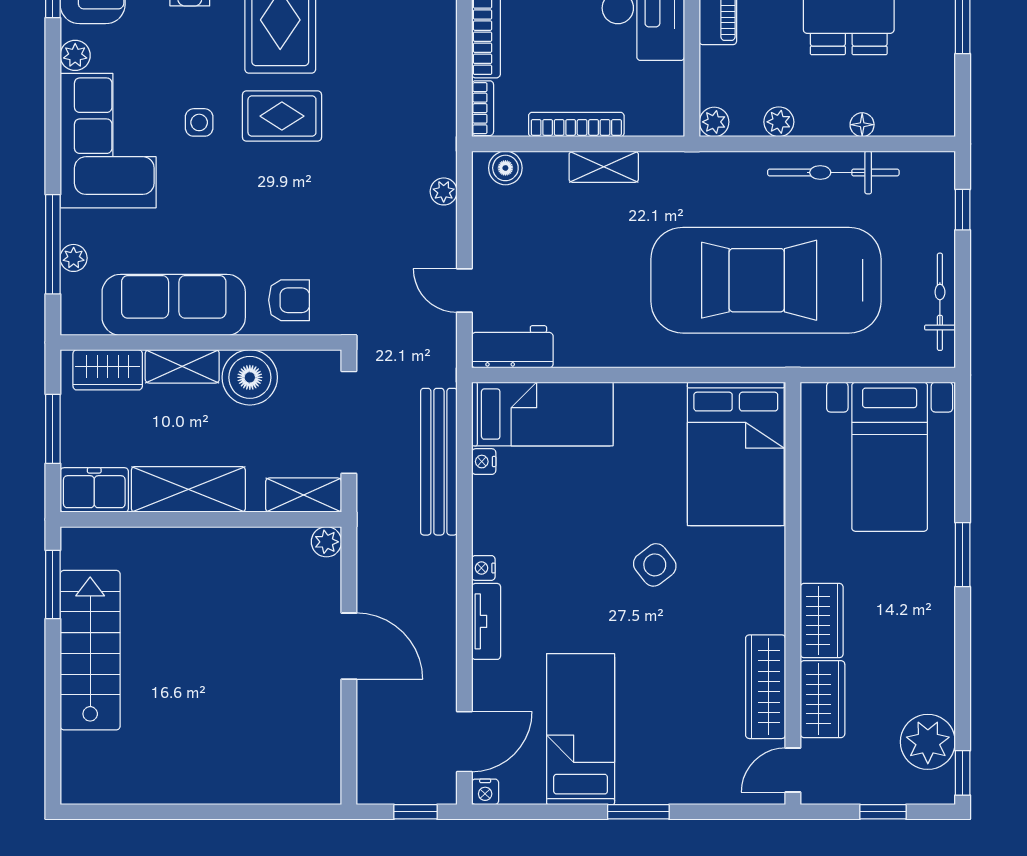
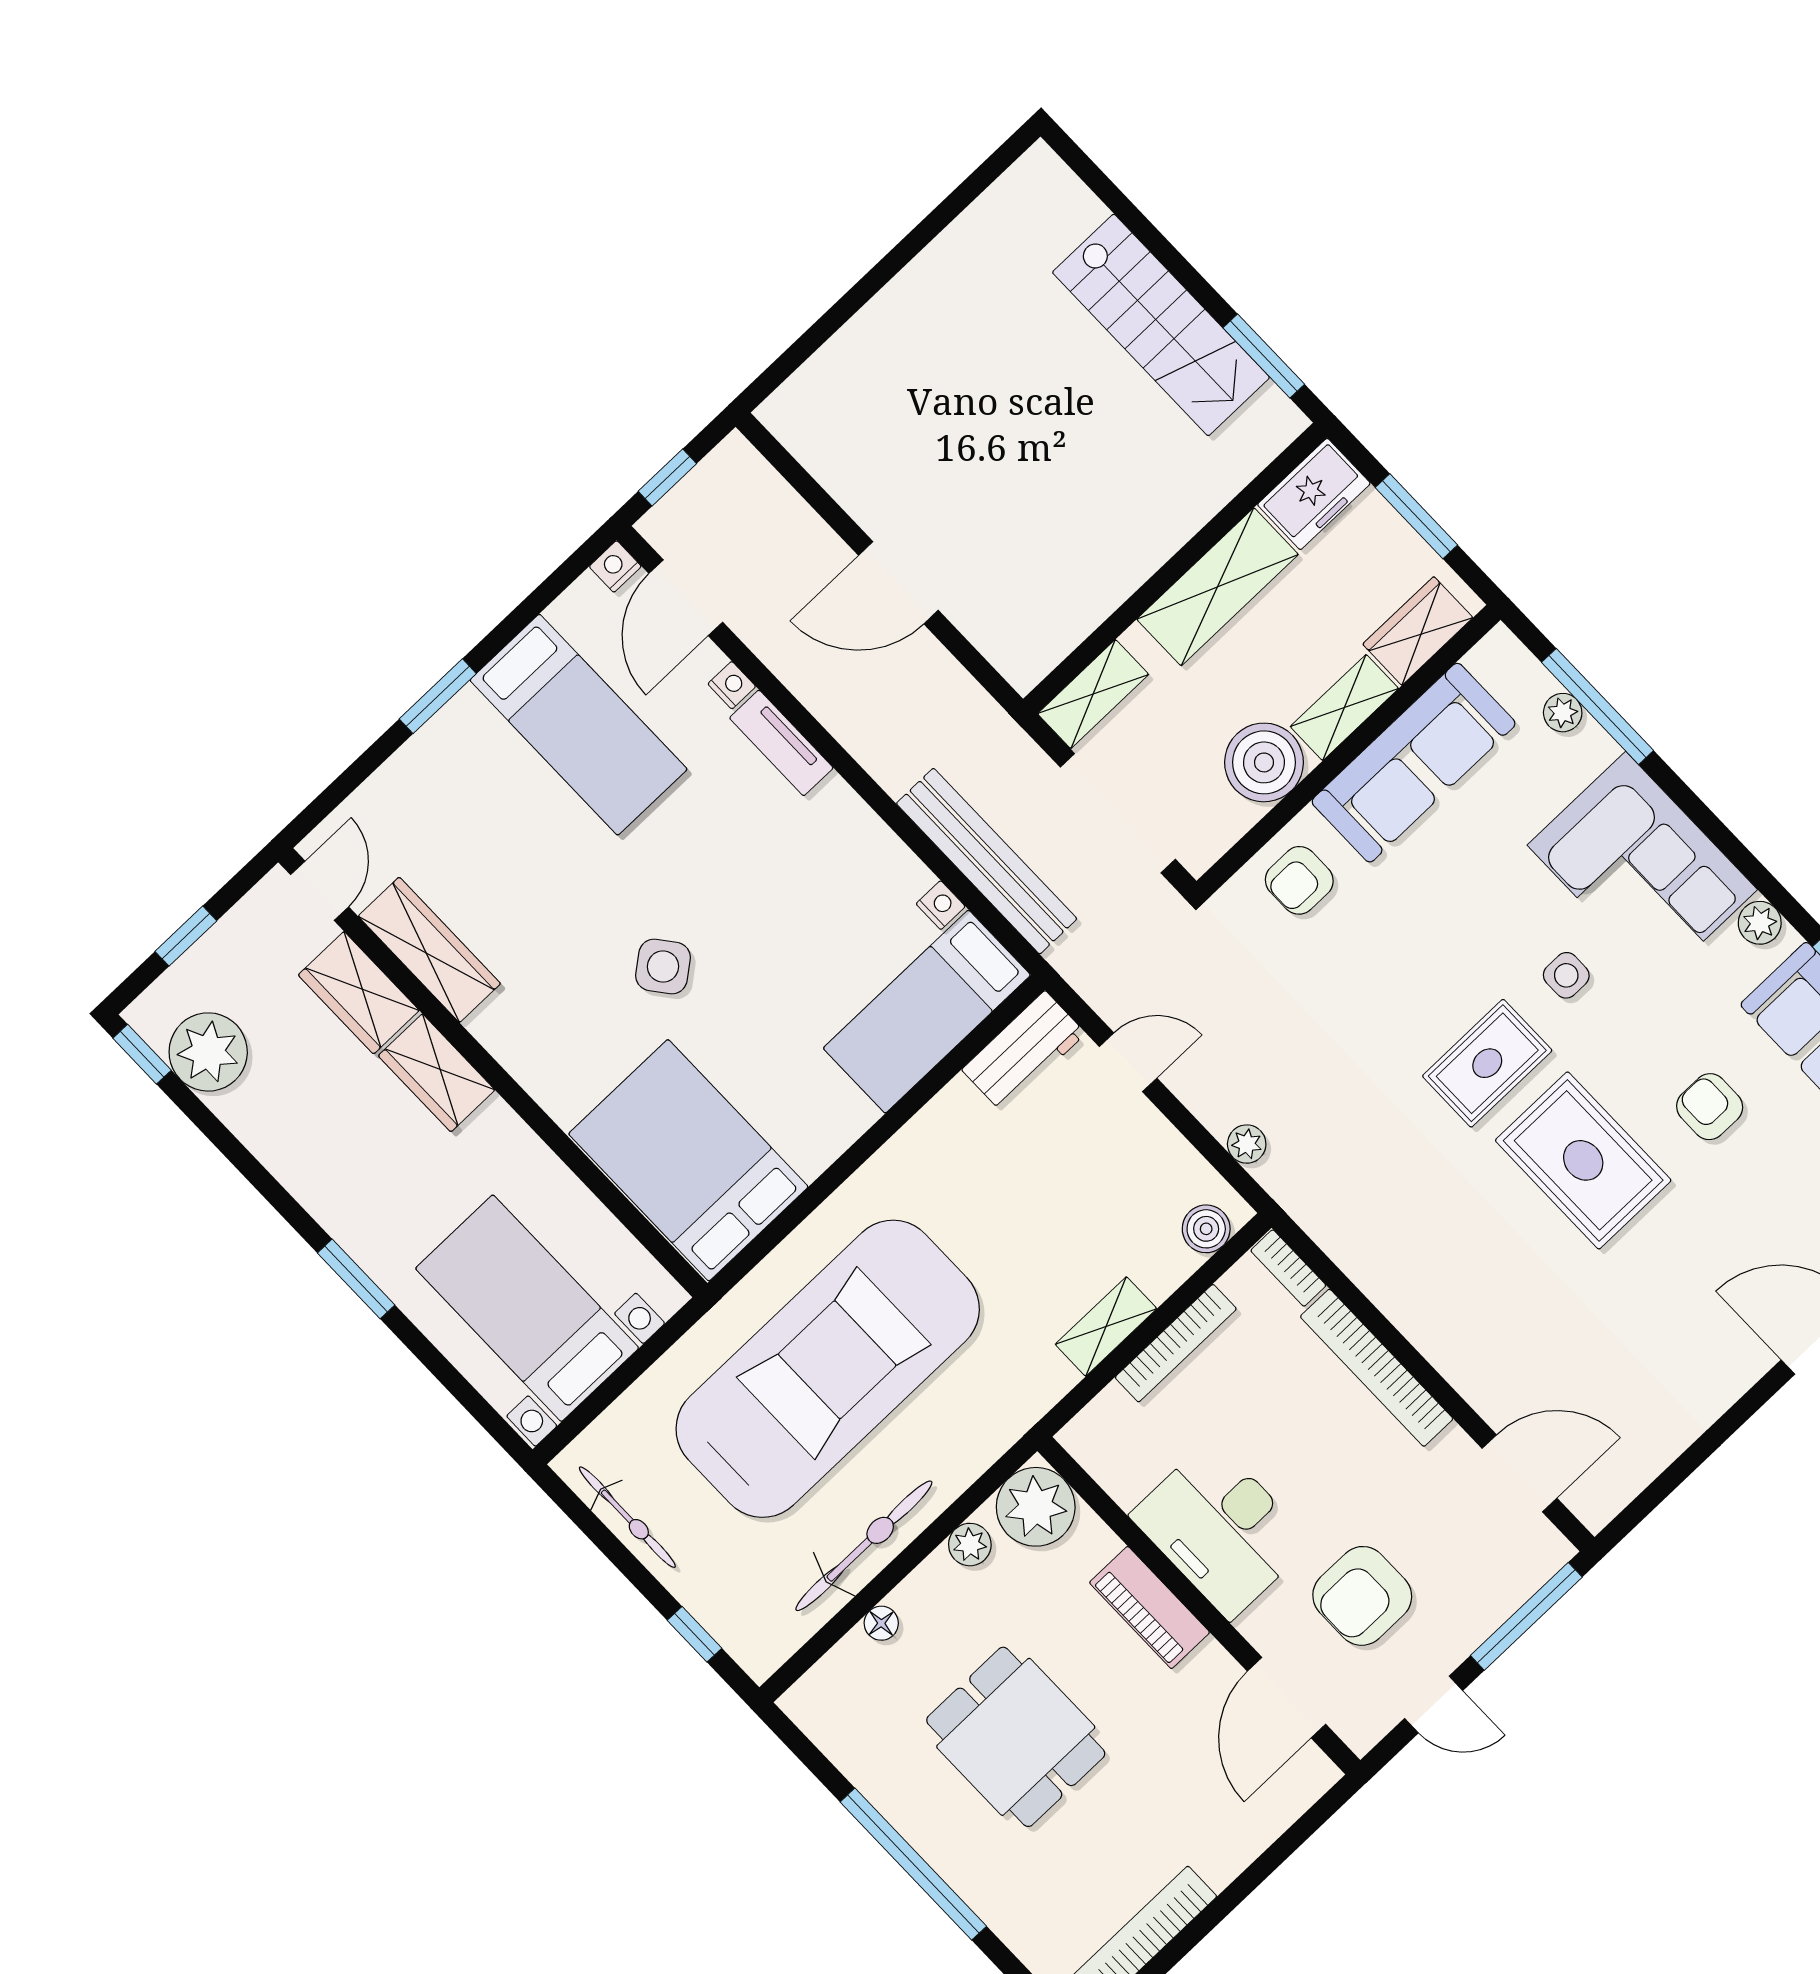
plant: (714, 122) -> (1036, 1507), width x1.88, depth x1.88
plant: (326, 542) -> (1024, 668), removed
nightstand: (483, 568) -> (732, 685), moved

